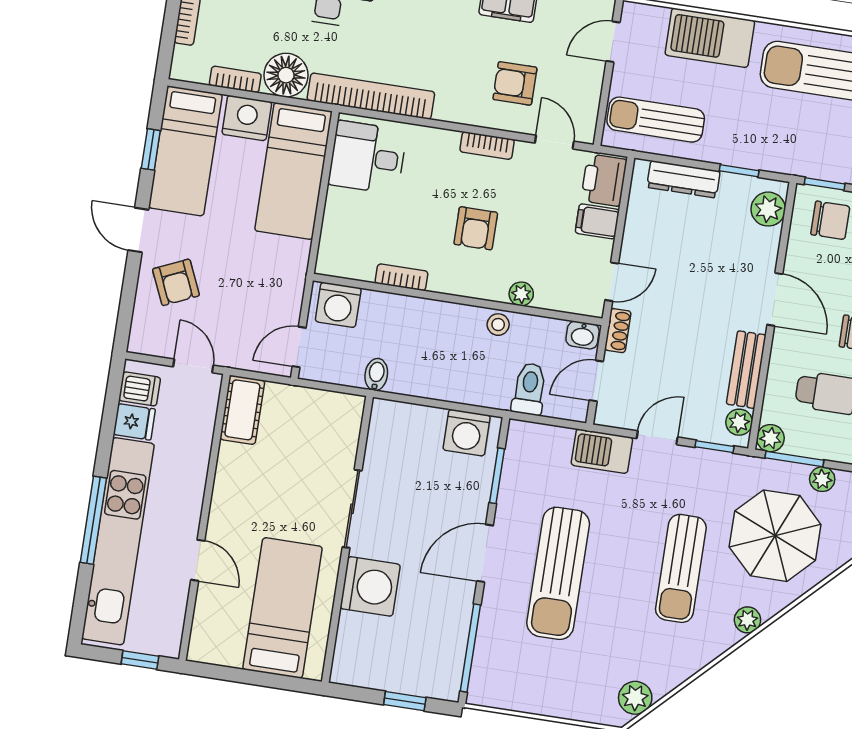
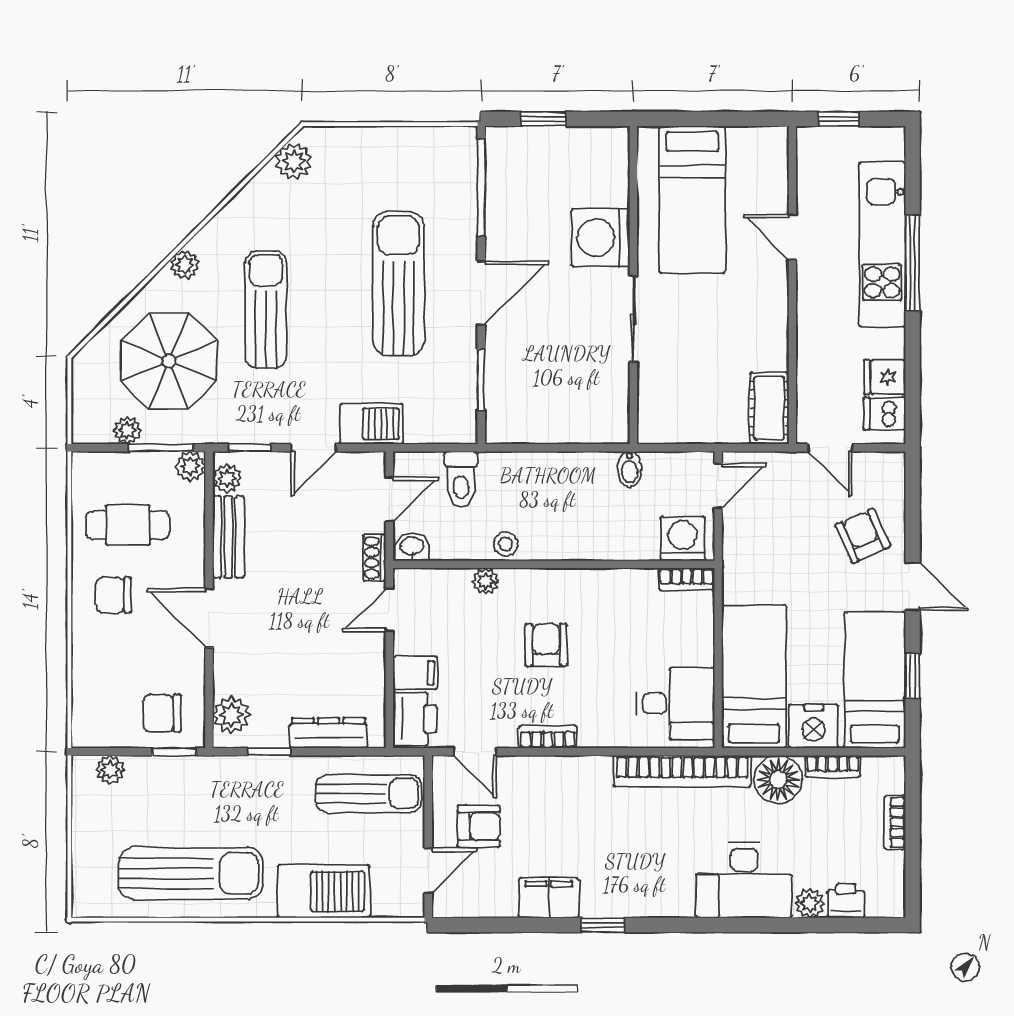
armchair: (515, 83) -> (479, 826), moved
bookcase: (402, 277) -> (687, 579), moved
washing machine: (467, 433) -> (522, 421), removed
kitchen unit: (118, 541) -> (882, 244), width x0.73

